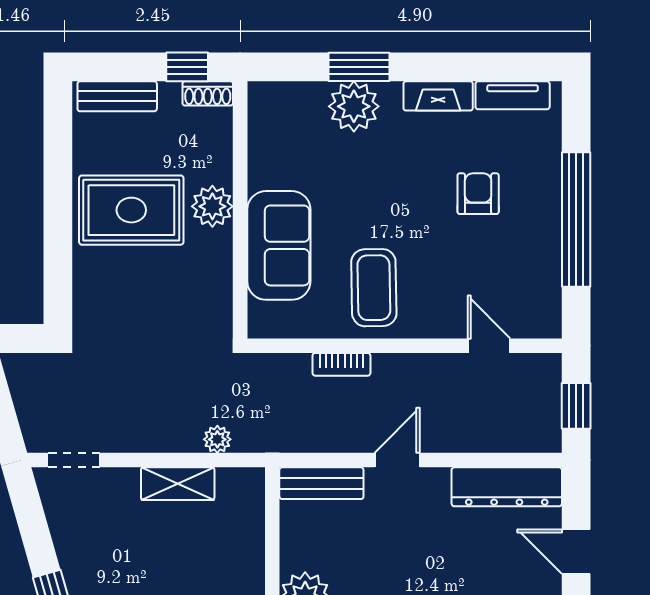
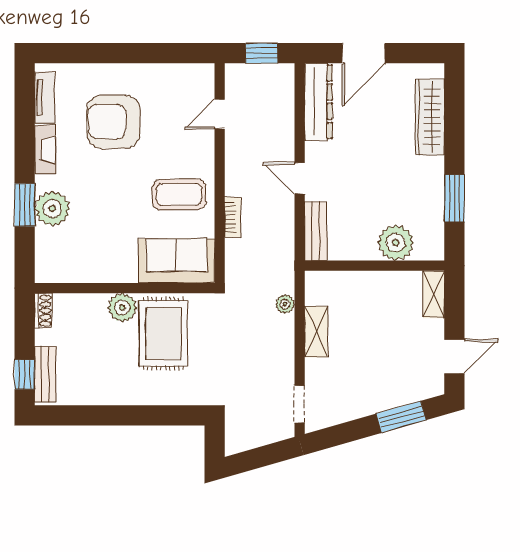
window: (187, 67) -> (25, 374), moved
armchair: (478, 194) -> (113, 122), width x1.88, depth x1.88
rug: (131, 210) -> (163, 334), moved
window: (576, 219) -> (131, 53), removed
sofa: (279, 245) -> (176, 261), moved
door: (576, 552) -> (364, 53), width x1.38

